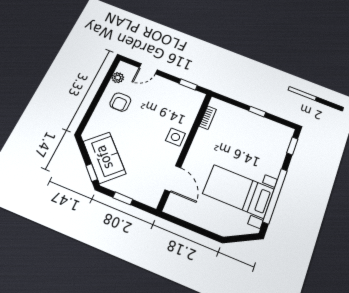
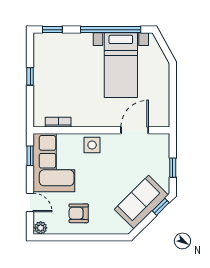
plant: (118, 78) -> (41, 228), moved
corner sofa: (174, 100) -> (54, 163), added
armchair: (120, 102) -> (79, 213), turned 180

